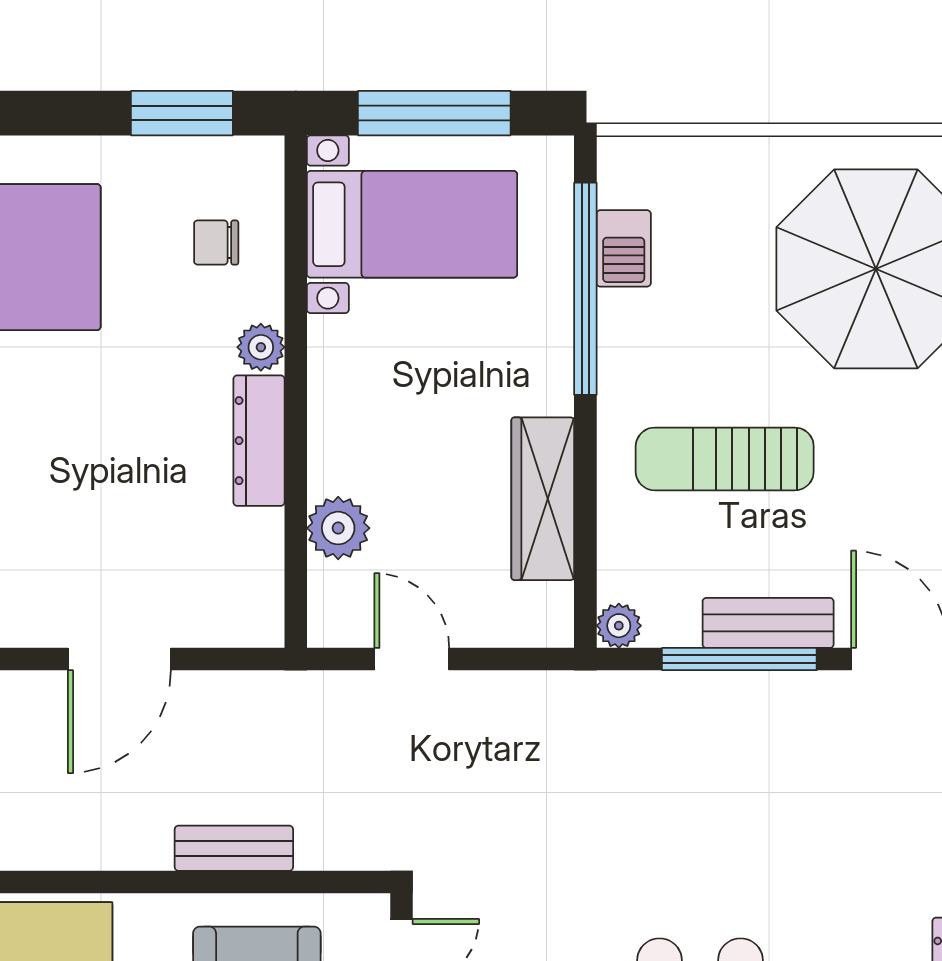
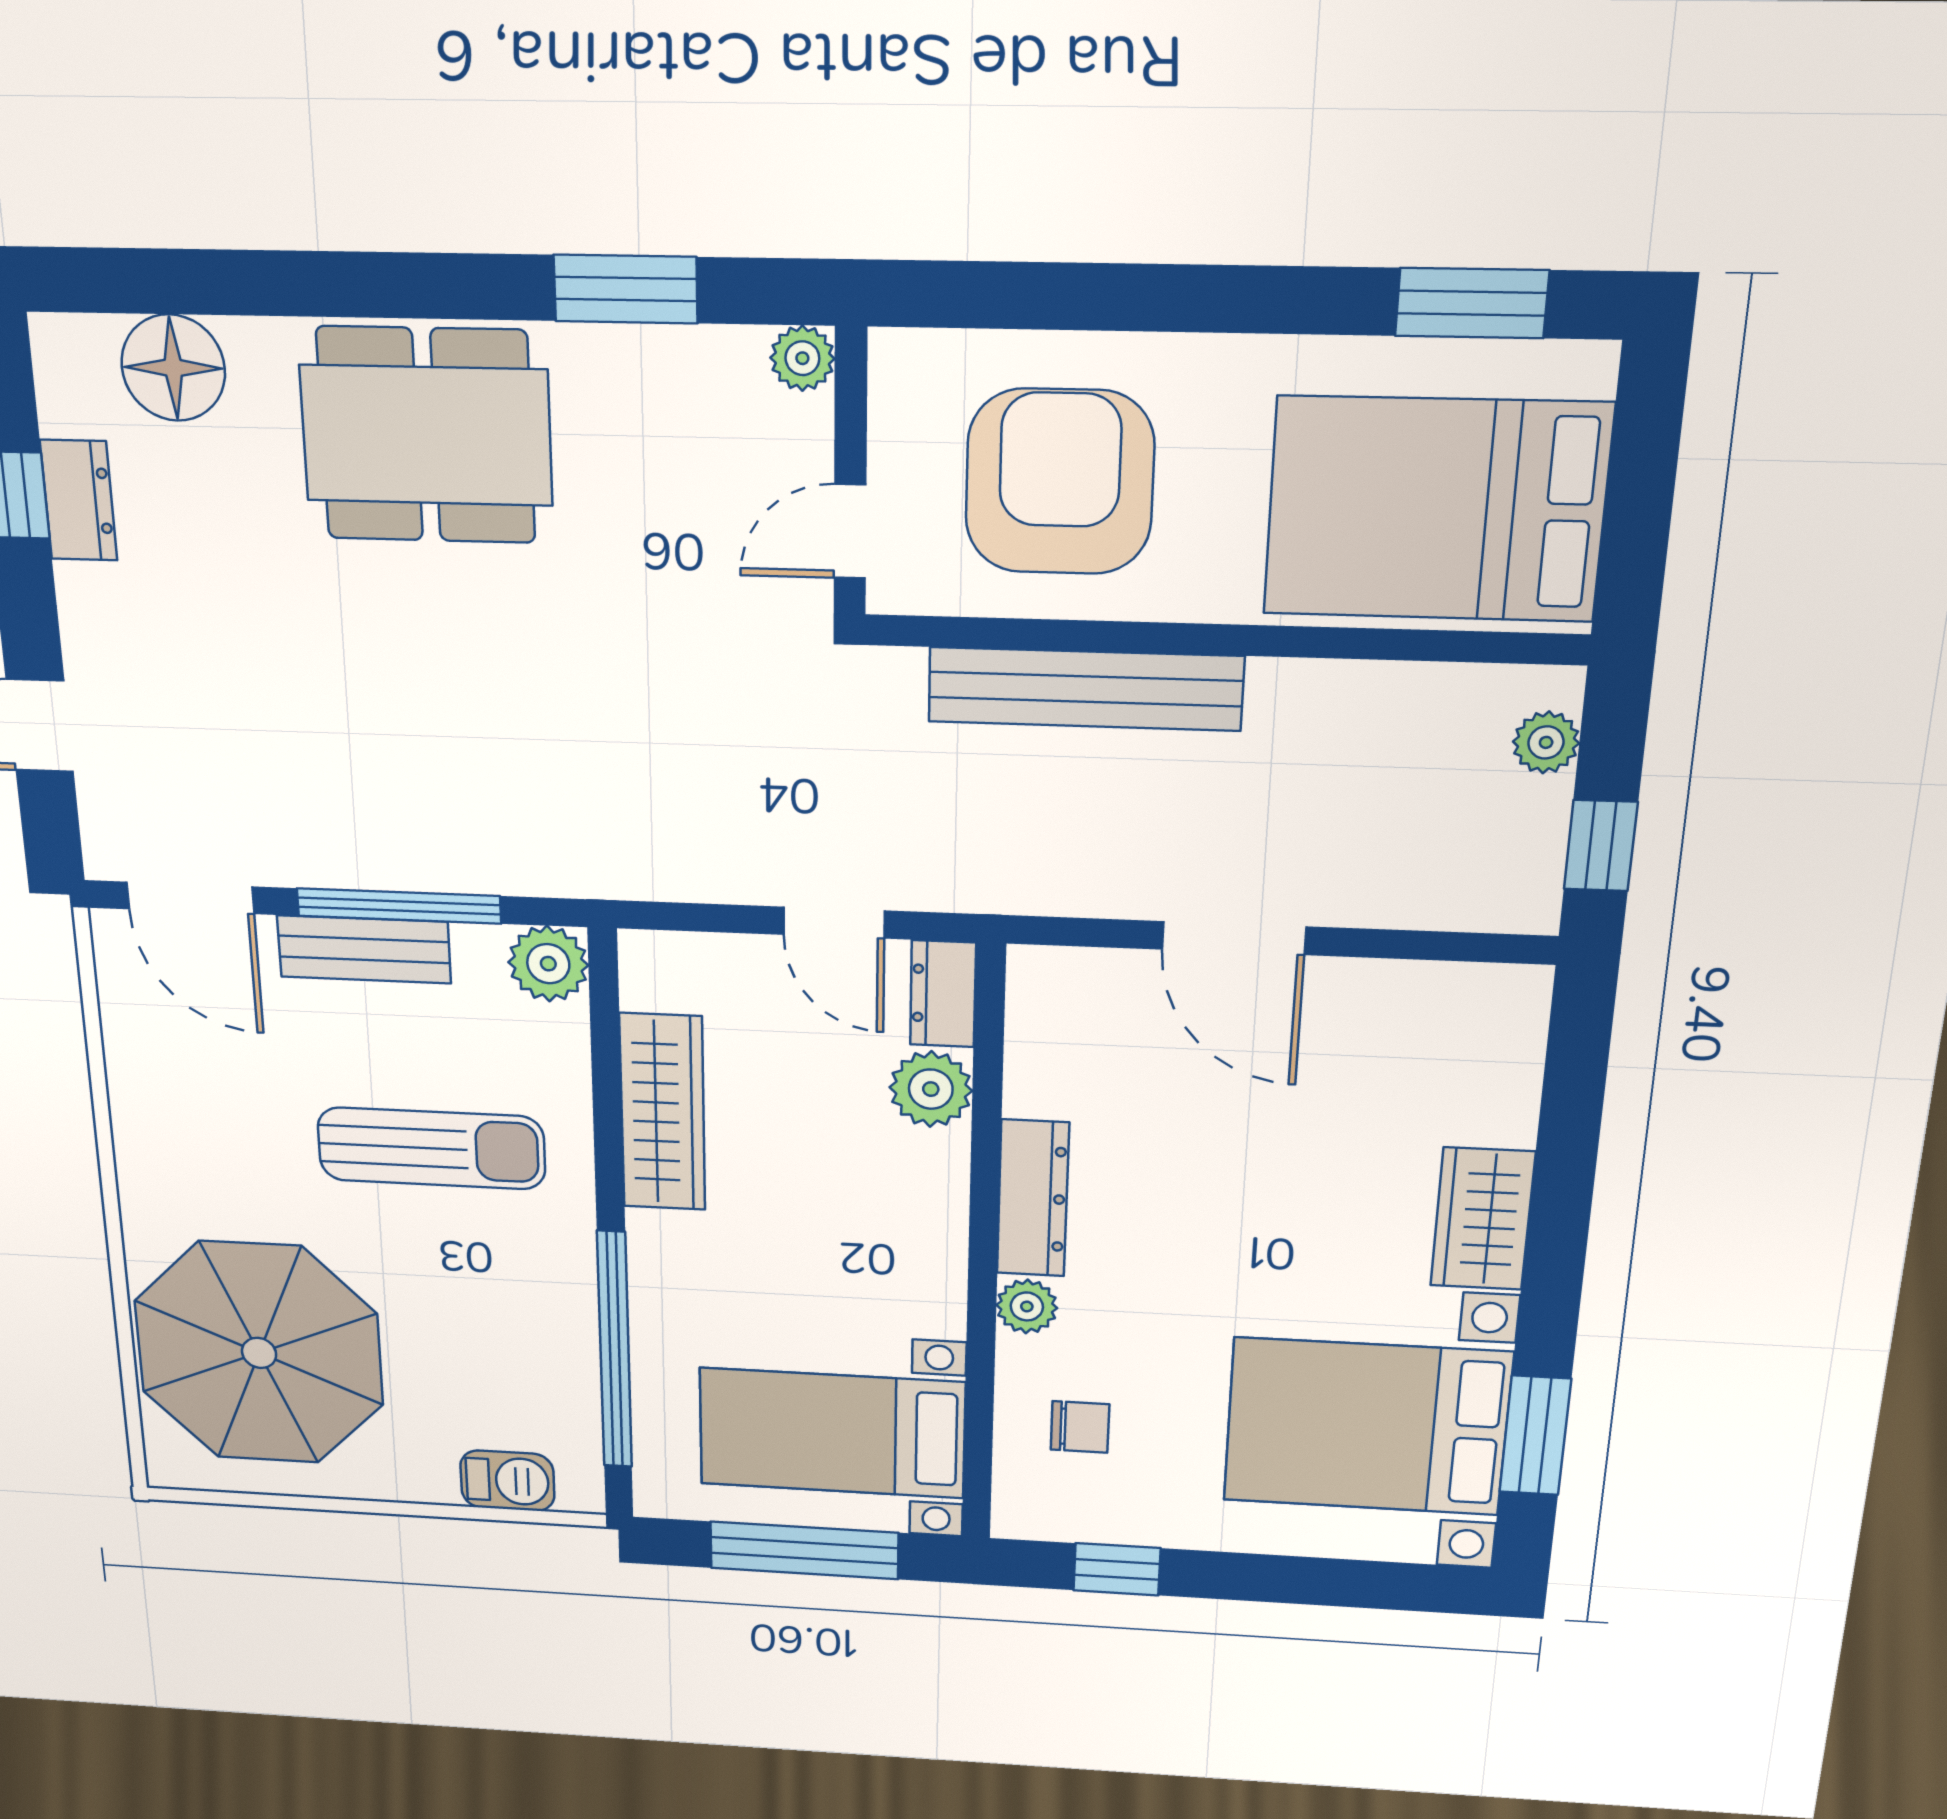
window: (182, 113) -> (1117, 1569), width x0.67
barbecue: (624, 248) -> (507, 1481), moved, turned 90
dresser: (330, 606) -> (943, 994), added
plant: (619, 626) -> (548, 964), width x1.38, depth x1.38
door: (119, 659) -> (1234, 938), swing flipped
bench: (234, 848) -> (1085, 689), width x1.86, depth x1.21

